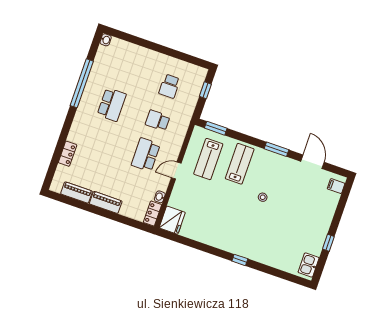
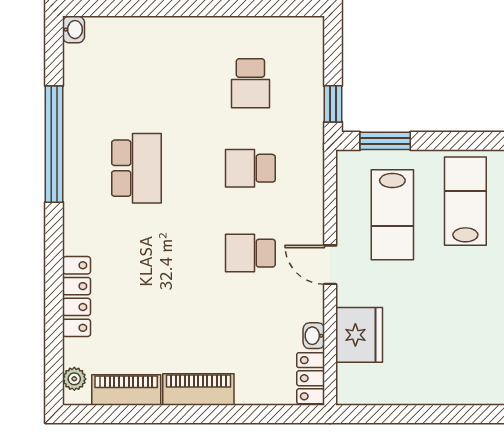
window: (205, 90) -> (333, 104), moved
locker: (68, 154) -> (77, 297), width x1.53
school desk: (146, 155) -> (250, 253), width x0.54
door: (176, 170) -> (330, 265), hinge flipped
plant: (57, 181) -> (74, 379), added
fridge: (172, 220) -> (359, 335), moved

